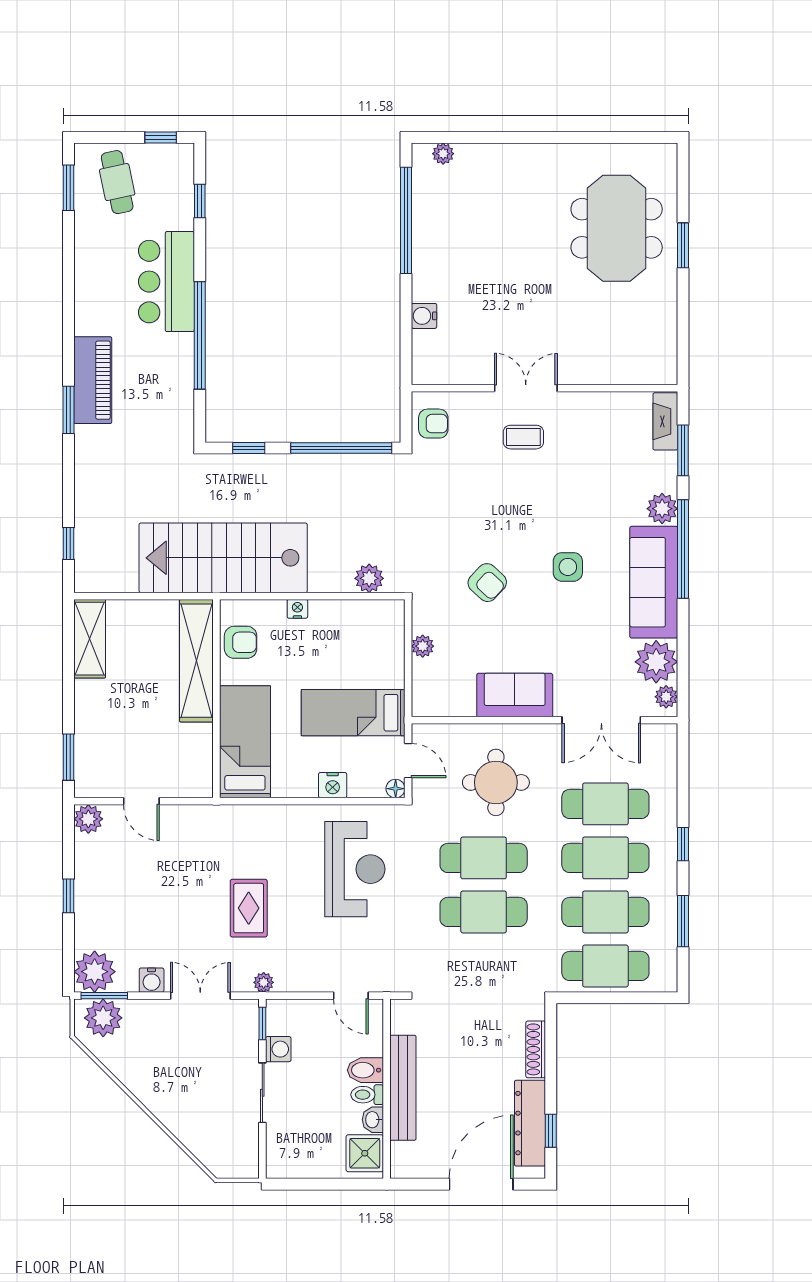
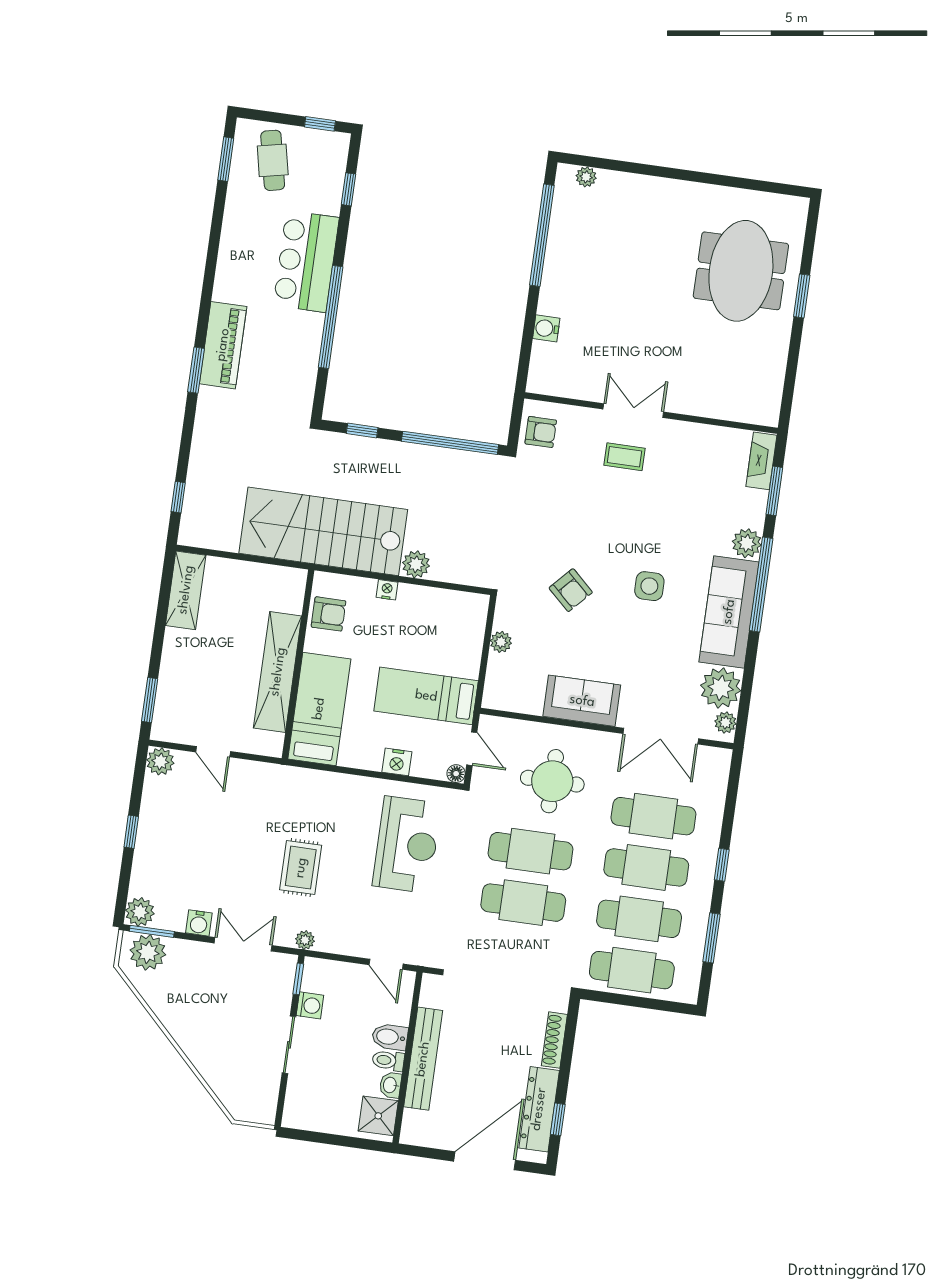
plant: (369, 578) -> (416, 564), moved
shelving: (196, 661) -> (278, 672), moved
plant: (95, 972) -> (140, 912), width x0.73, depth x0.73

